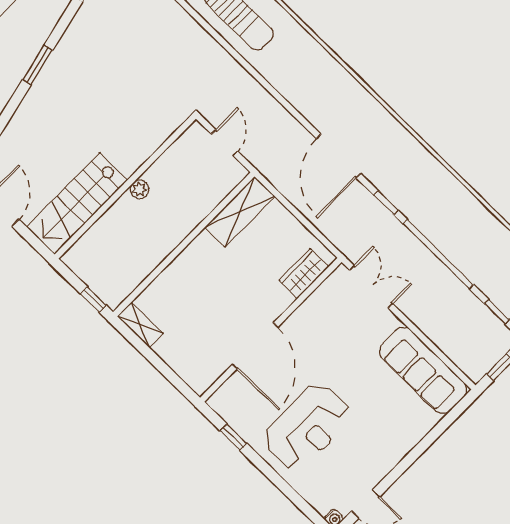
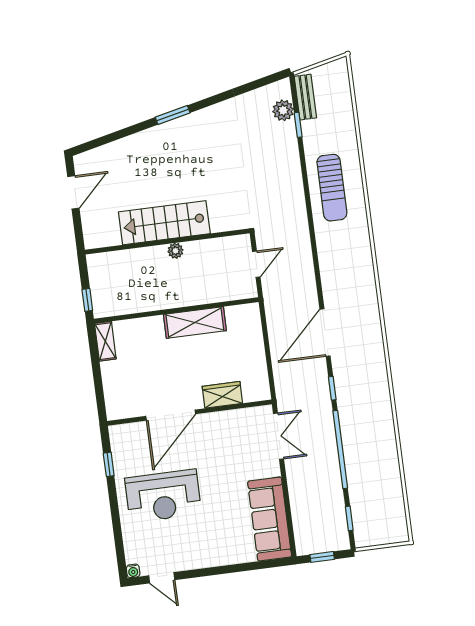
stairs: (77, 204) -> (164, 223), moved
shelving: (240, 212) -> (195, 323), moved
wardrobe: (304, 274) -> (222, 395), moved

